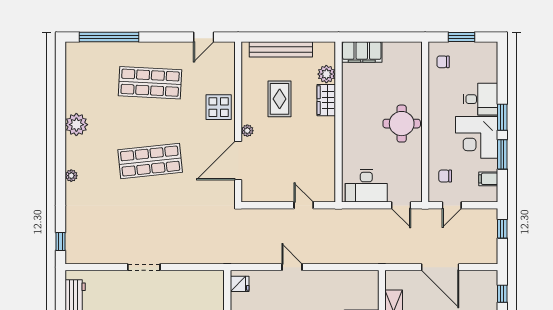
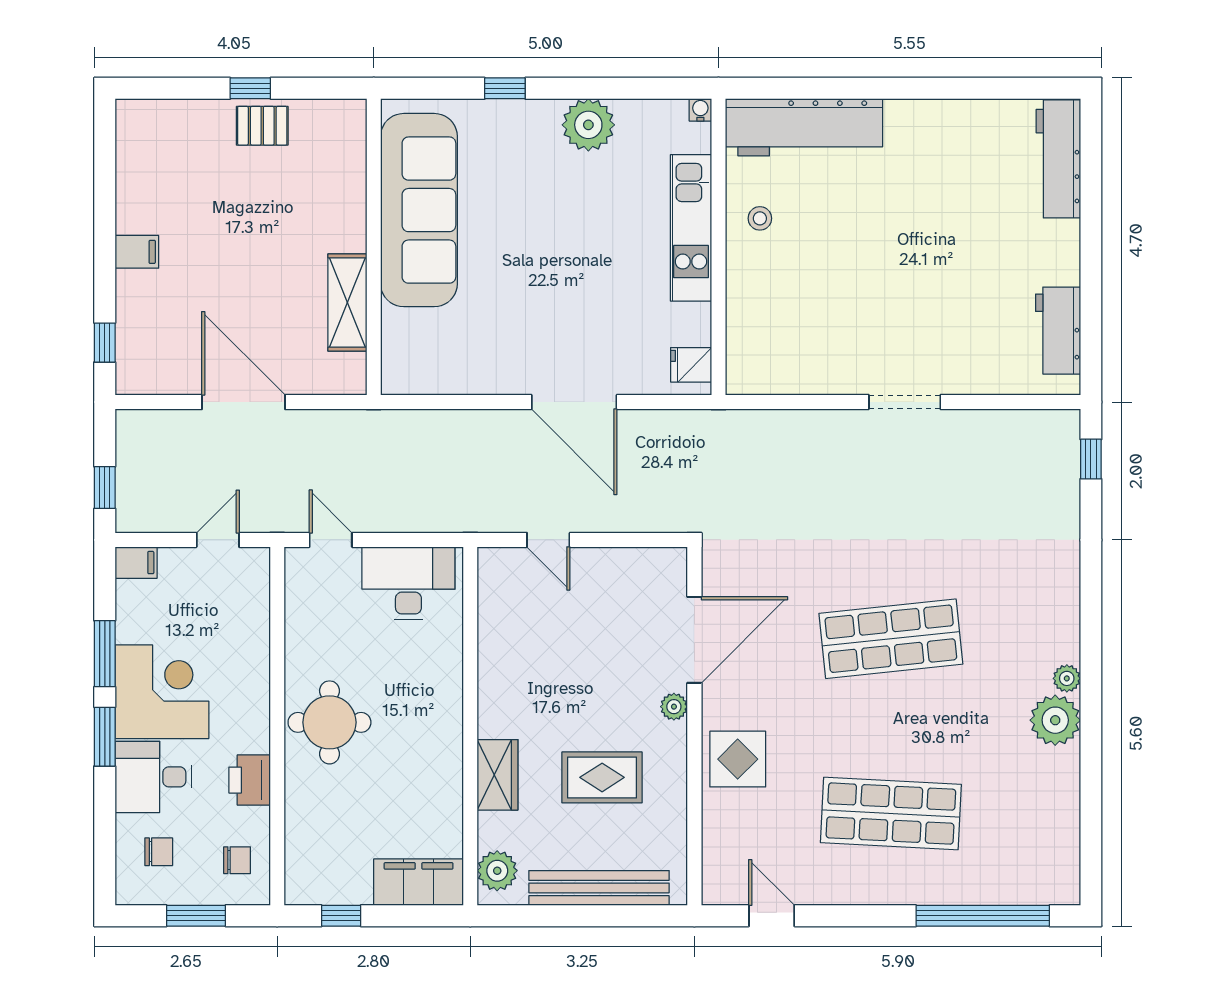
door: (204, 37) -> (772, 916), hinge flipped
window: (396, 37) -> (341, 916), added
plant: (326, 74) -> (497, 871), moved
printer: (437, 98) -> (250, 780), added
rug: (280, 99) -> (602, 777), turned 90
plant: (71, 176) -> (1067, 678), moved
chair: (445, 176) -> (159, 852), moved
filing cabinet: (488, 179) -> (136, 563), moved
door: (292, 267) -> (574, 402), width x1.88

